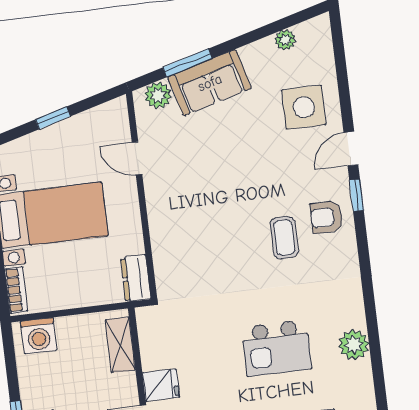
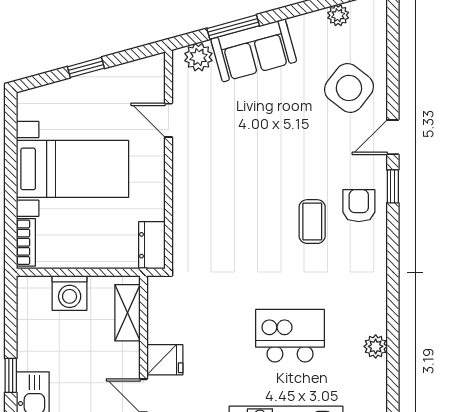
side table: (304, 107) -> (349, 88), turned 38
armchair: (327, 217) -> (359, 206), turned 90
washing machine: (39, 336) -> (70, 293), moved
plant: (354, 345) -> (376, 346), width x0.73, depth x0.73
kitchen island: (276, 348) -> (290, 336), turned 180

